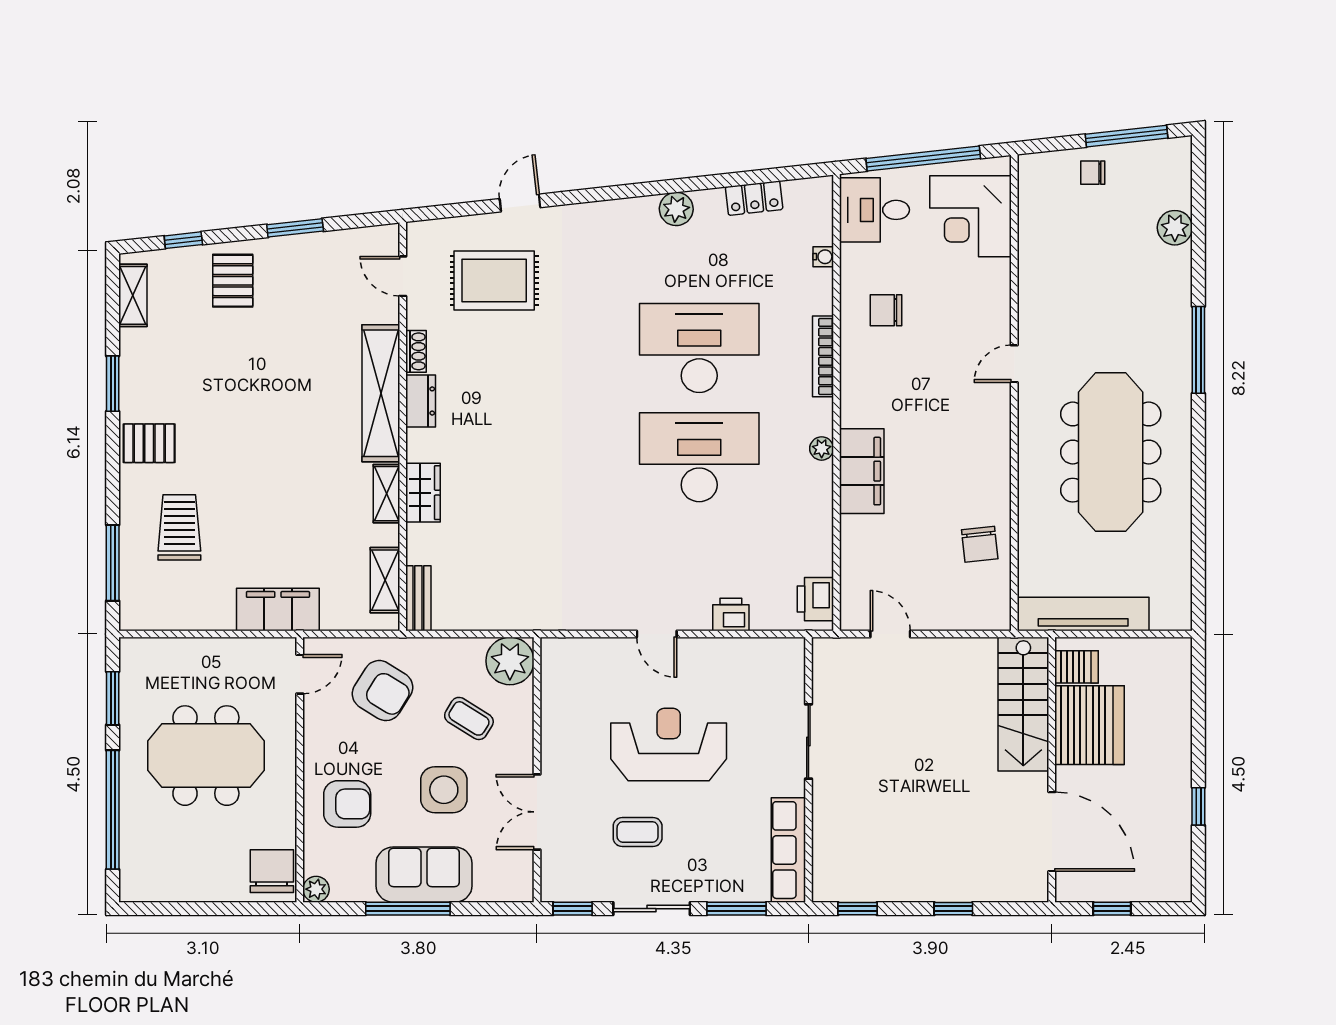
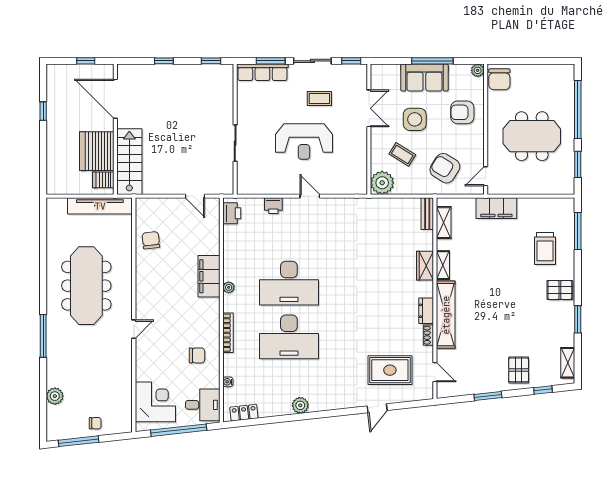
locker: (754, 198) -> (244, 413), moved
row of seats: (788, 850) -> (262, 72), moved, turned 90

